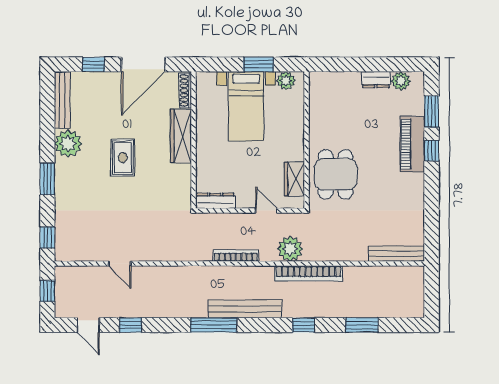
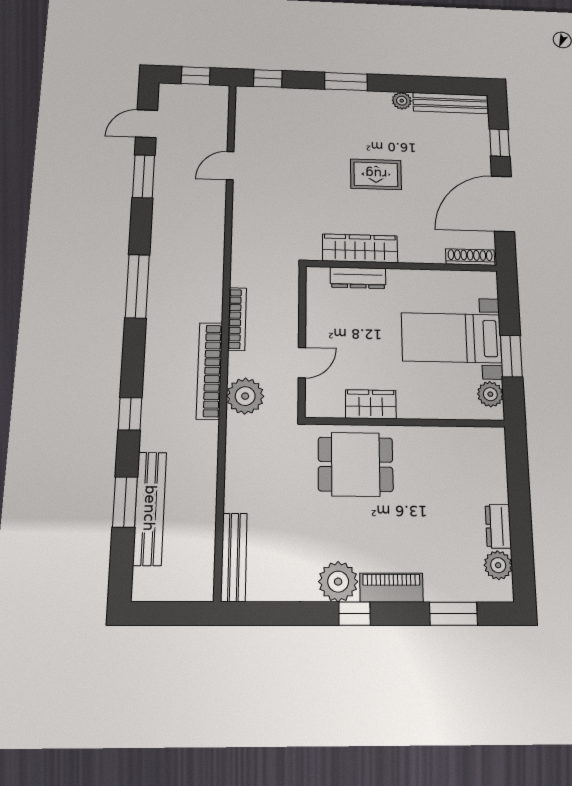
door: (143, 64) -> (503, 204), hinge flipped
wardrobe: (181, 136) -> (360, 248), moved
plant: (68, 144) -> (402, 101), width x0.53, depth x0.53
piano: (412, 144) -> (392, 588), width x0.73, depth x0.75
window: (432, 151) -> (354, 614), moved
wardrobe: (294, 179) -> (371, 404), moved
plant: (412, 186) -> (338, 582), added
dresser: (215, 201) -> (358, 278), moved, turned 90
bookcase: (308, 273) -> (209, 371), moved
bench: (245, 309) -> (150, 508), moved
window: (130, 325) -> (144, 176), width x1.50

